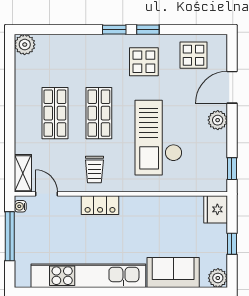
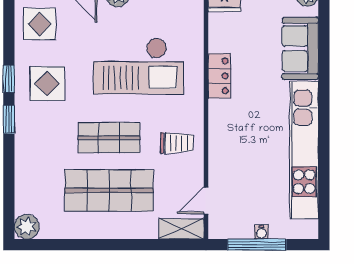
shop shelf: (55, 113) -> (109, 190), width x1.43, depth x1.36
locker: (100, 205) -> (219, 76), moved
water cooler: (20, 206) -> (261, 232), moved

